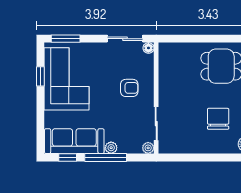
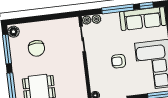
armchair: (129, 88) -> (119, 61), moved
plant: (111, 148) -> (96, 19), moved

